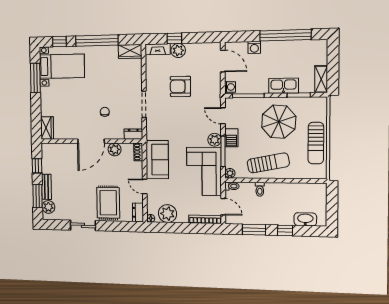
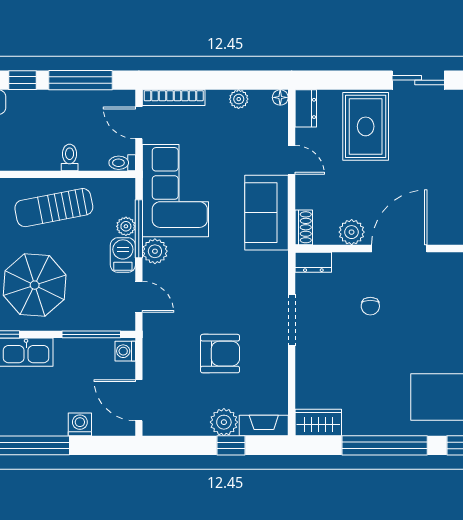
plant: (230, 173) -> (126, 226), moved
plant: (167, 214) -> (239, 99), width x0.53, depth x0.53
window: (254, 230) -> (81, 80), width x1.44

